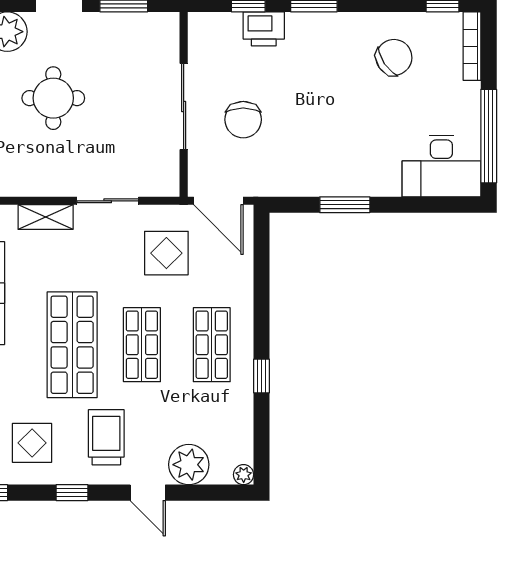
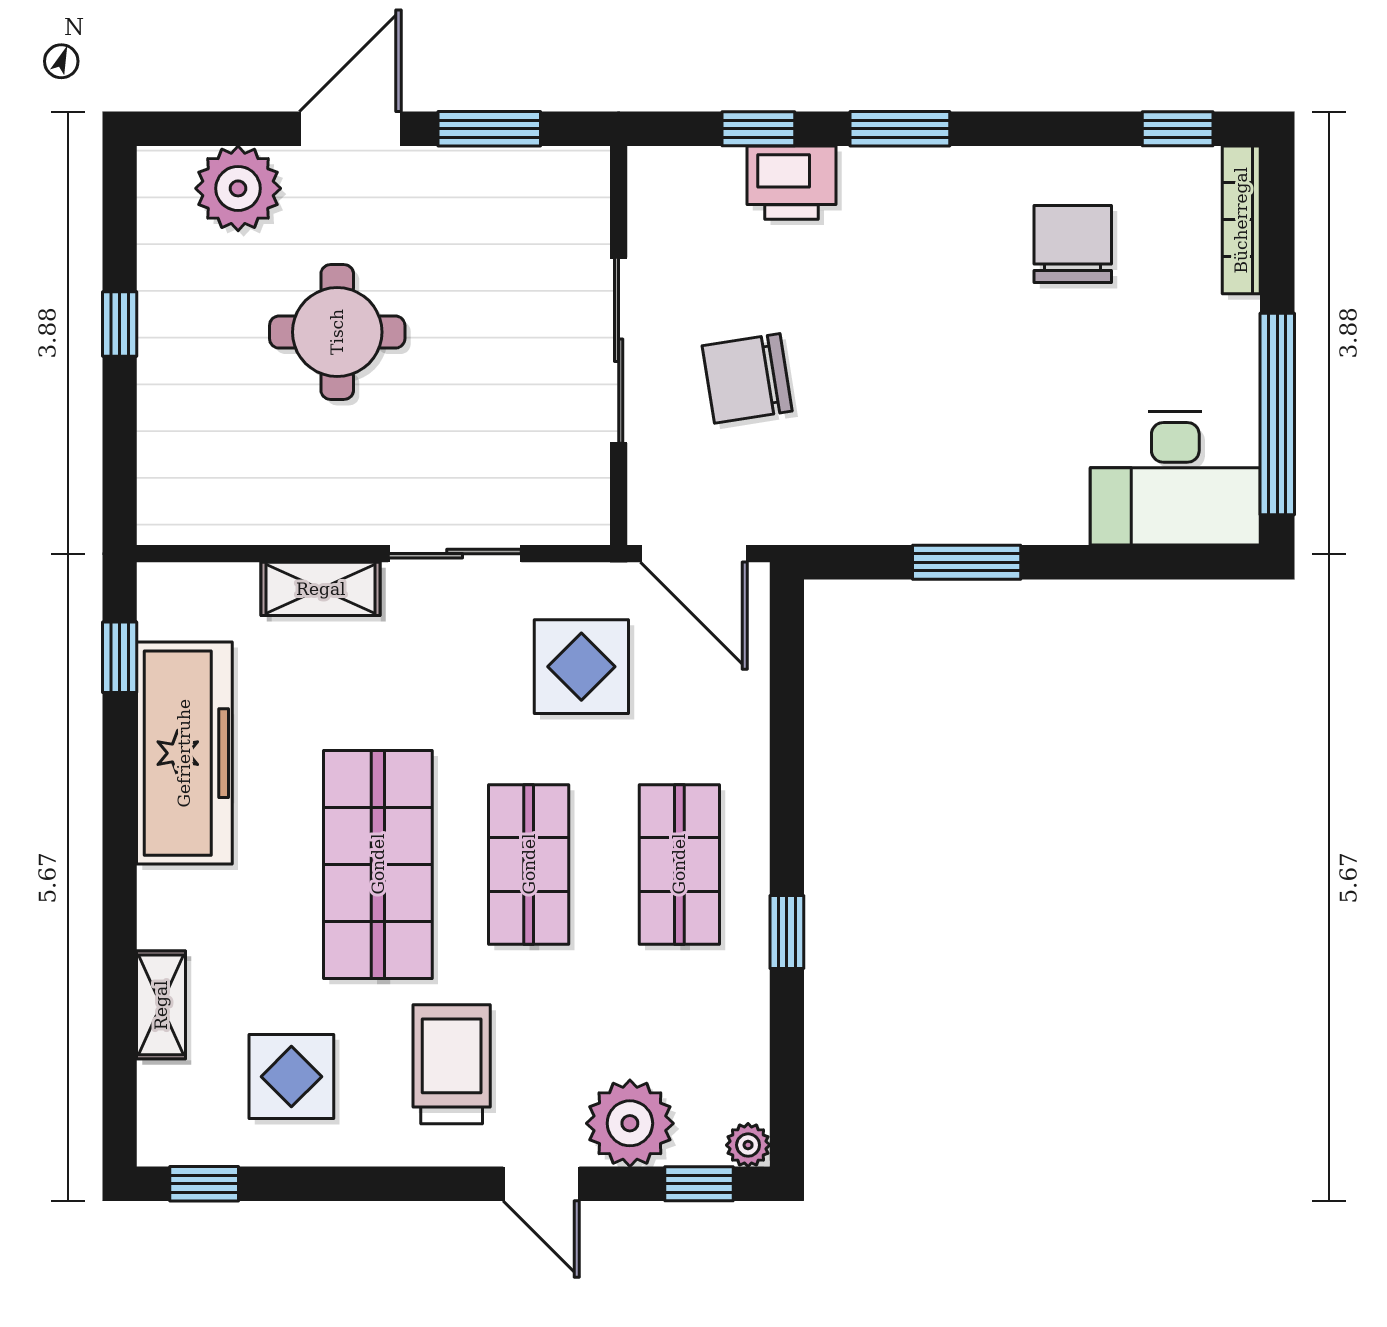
chair: (394, 57) -> (1073, 244), turned -56
chair: (243, 120) -> (747, 378), turned 81
window: (72, 493) -> (699, 1184), moved

